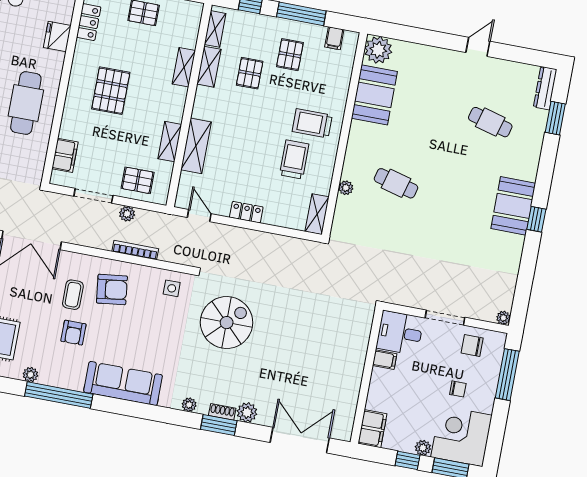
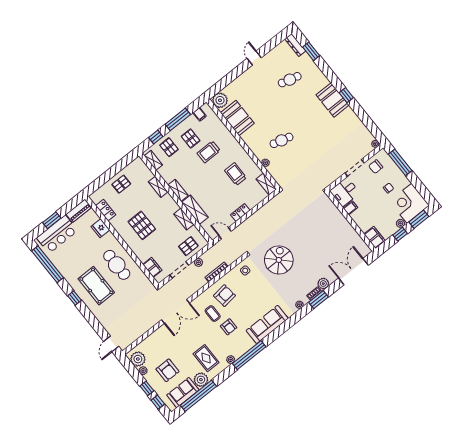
shelving: (209, 67) -> (178, 190), moved
pallet: (250, 73) -> (169, 147), moved
trolley: (312, 123) -> (209, 152), moved

